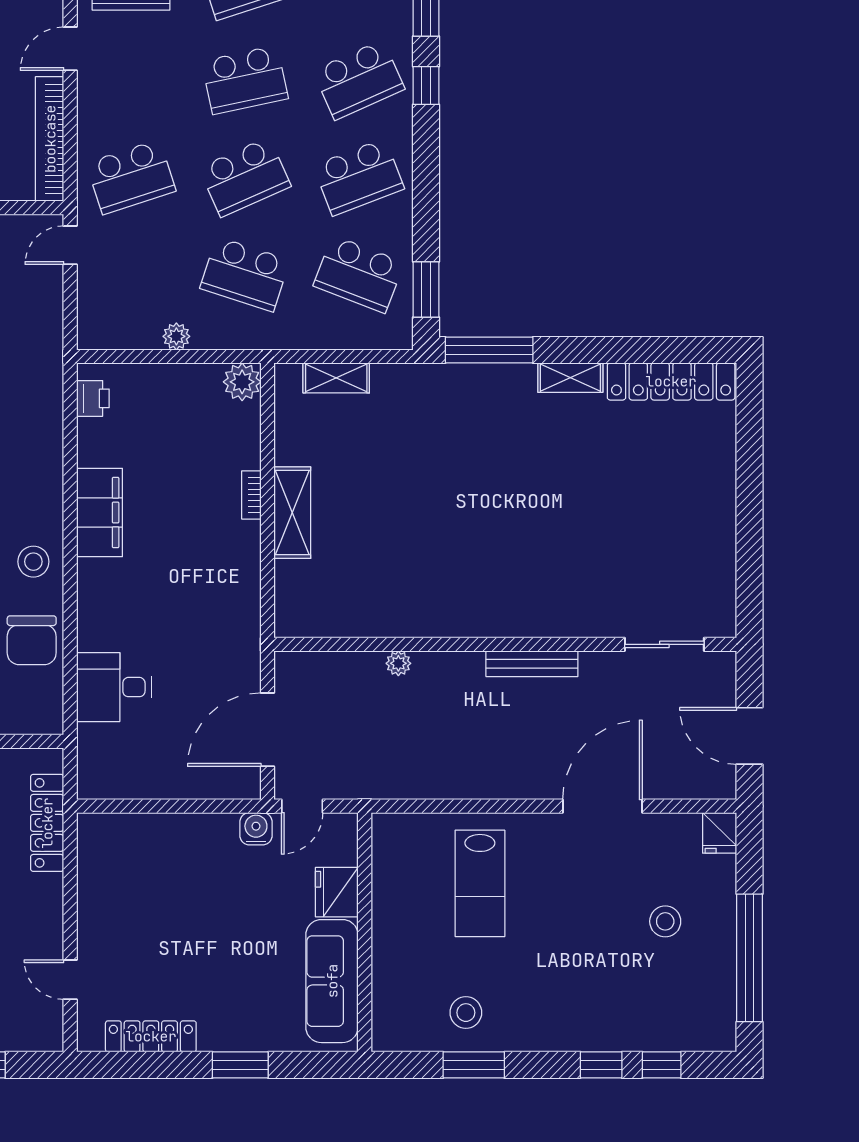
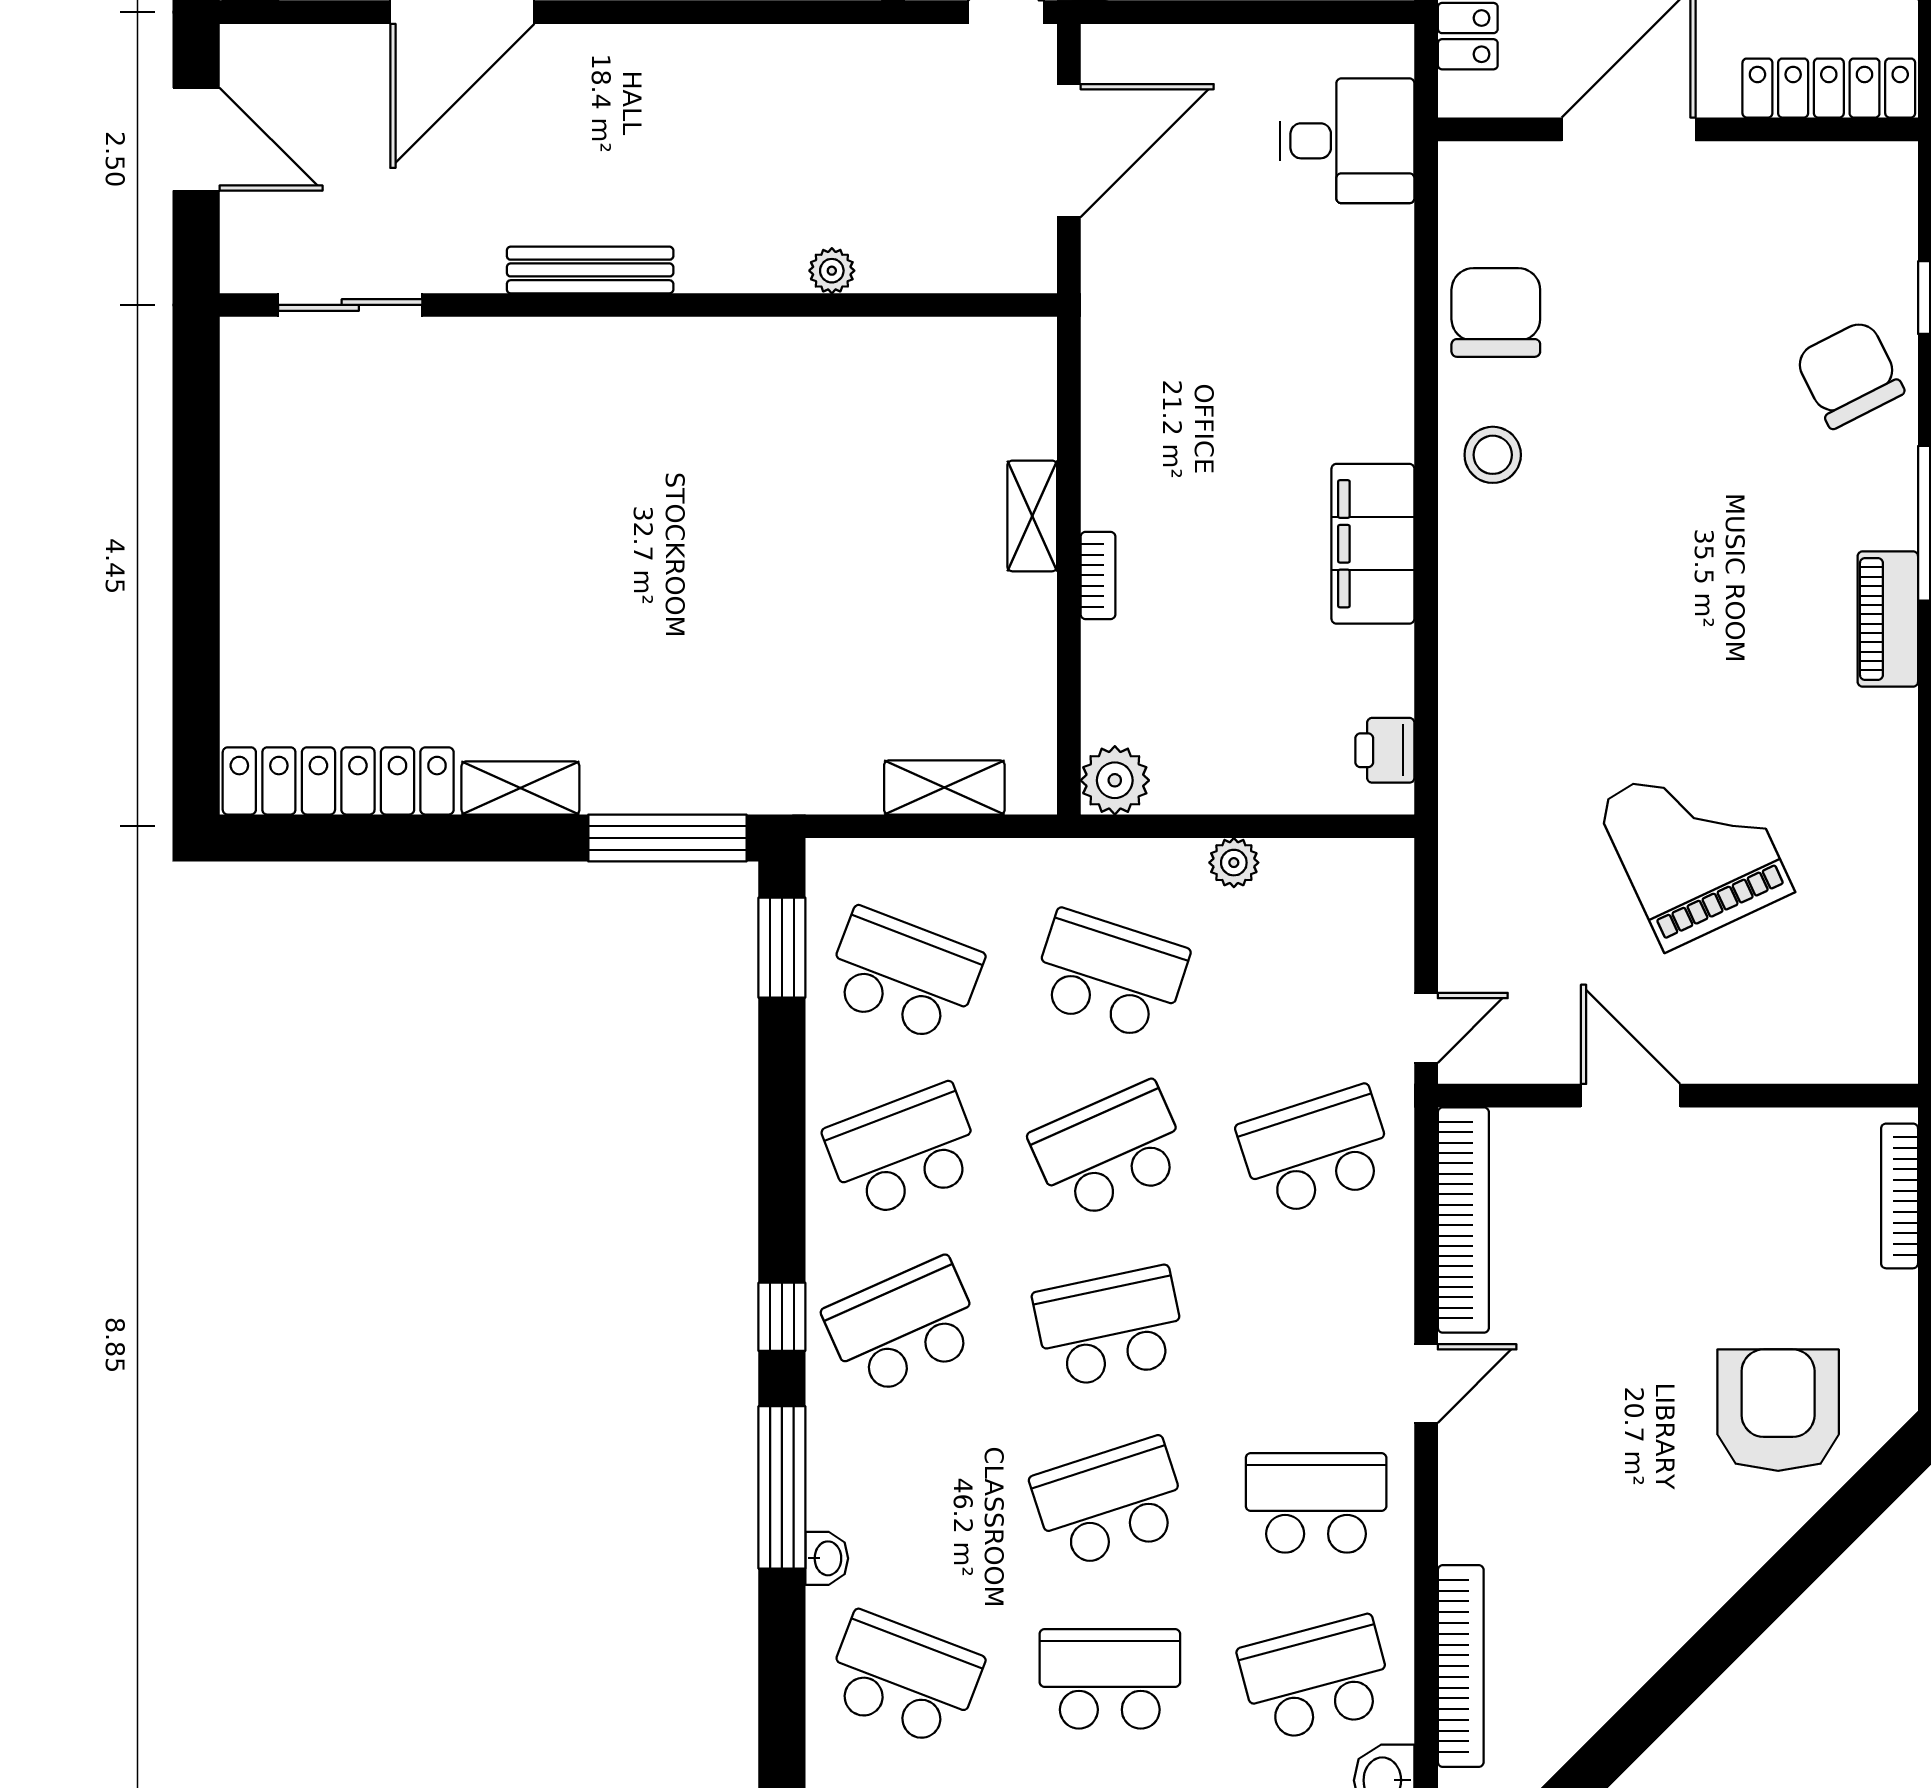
shelving: (292, 513) -> (1032, 516), width x0.67, depth x0.75
desk: (114, 687) -> (1347, 141), moved

